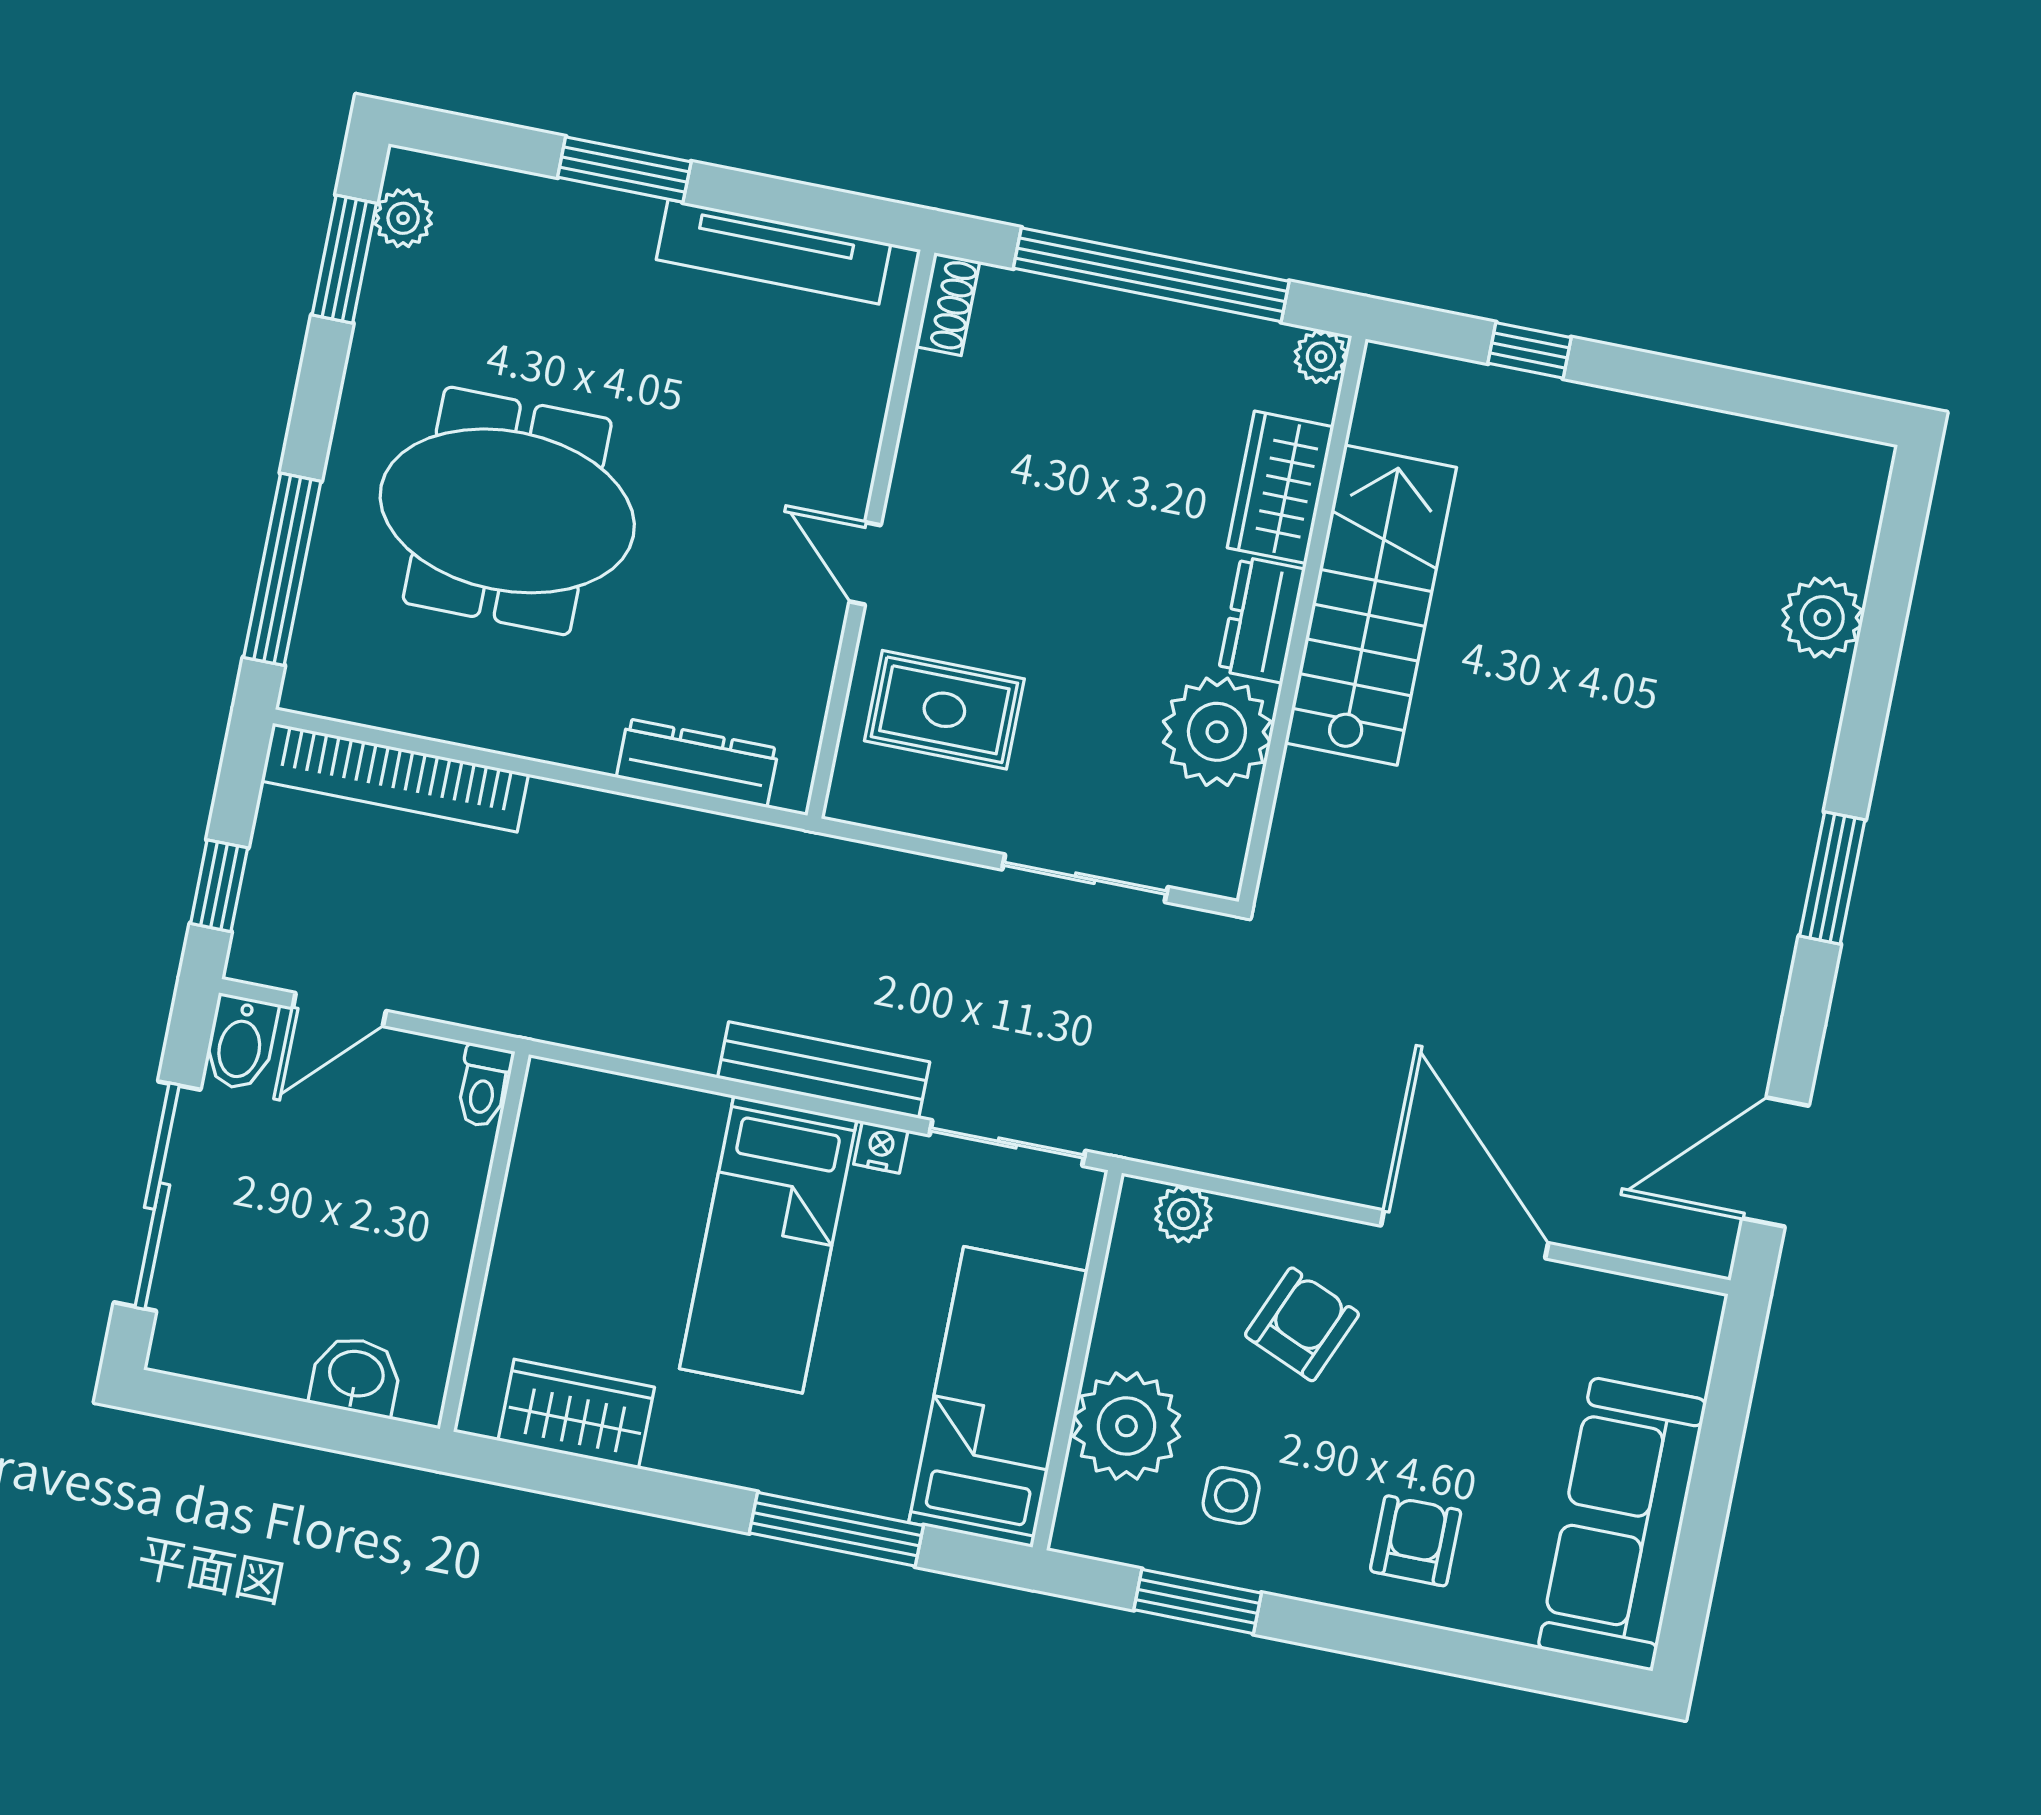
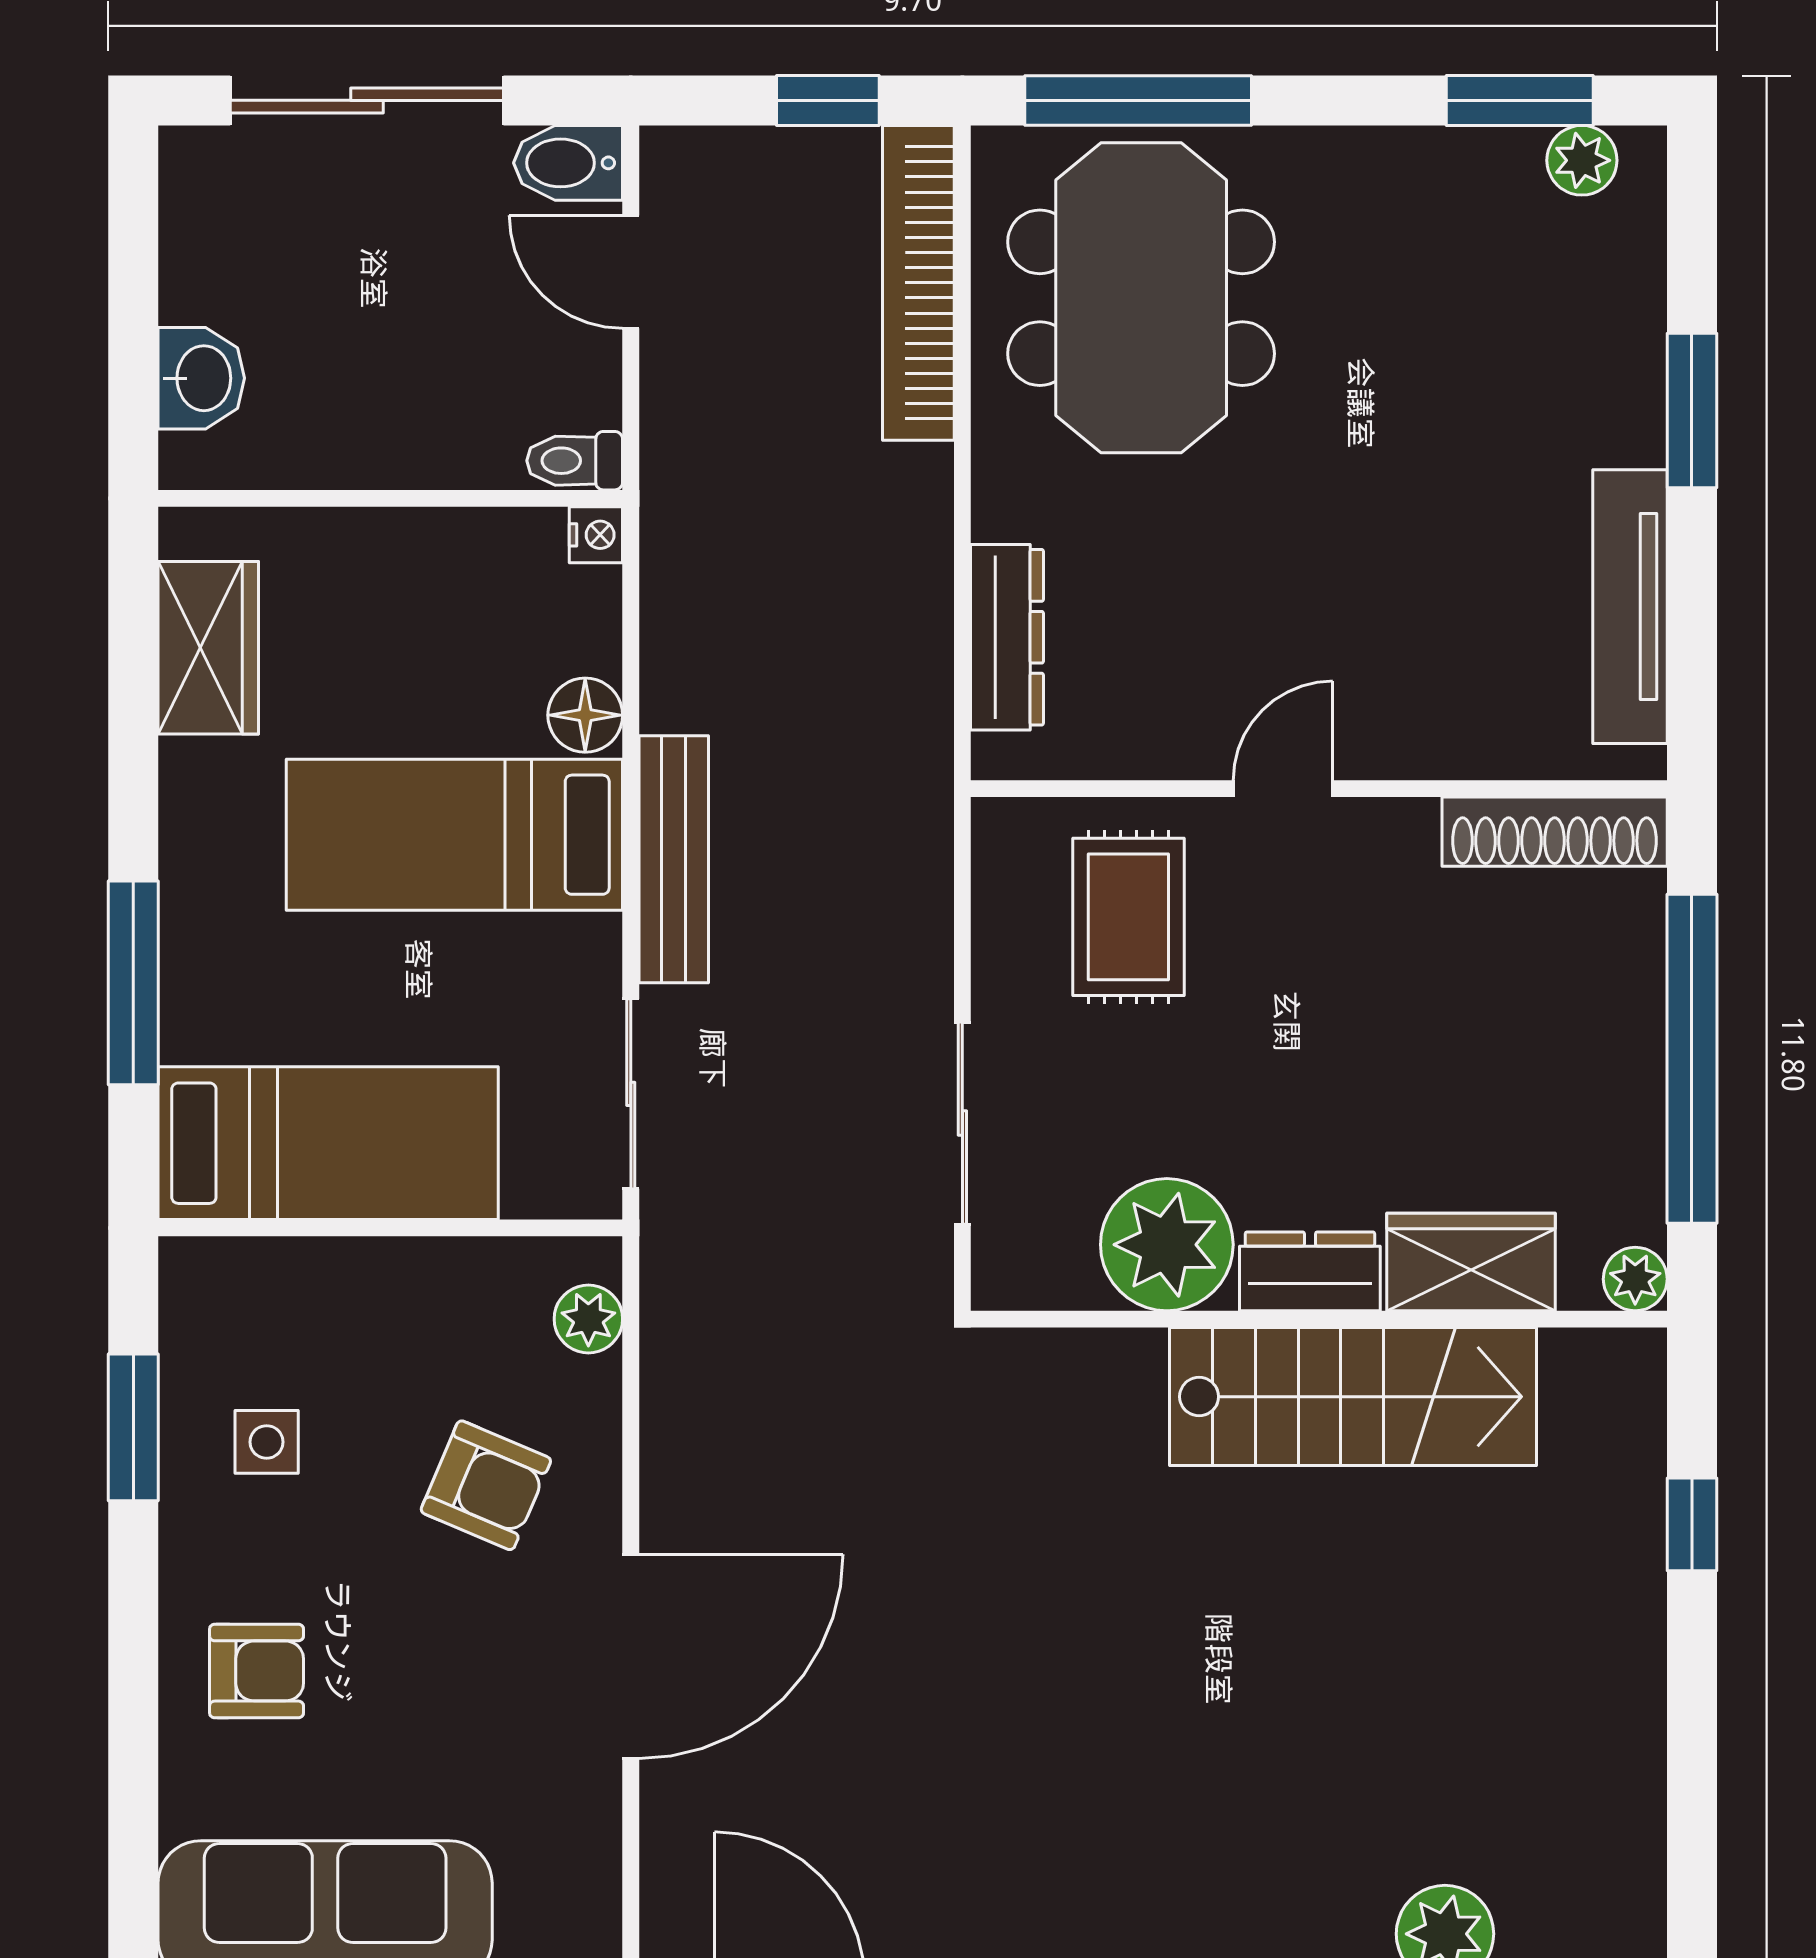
shoe rack: (948, 304) -> (1555, 832), width x1.94, depth x1.24
meeting table: (507, 511) -> (1141, 298), moved
window: (219, 886) -> (828, 100), moved
floor lamp: (692, 1119) -> (585, 715), added
nightstand: (881, 1147) -> (596, 535), moved
plant: (1127, 1426) -> (324, 1302), removed

